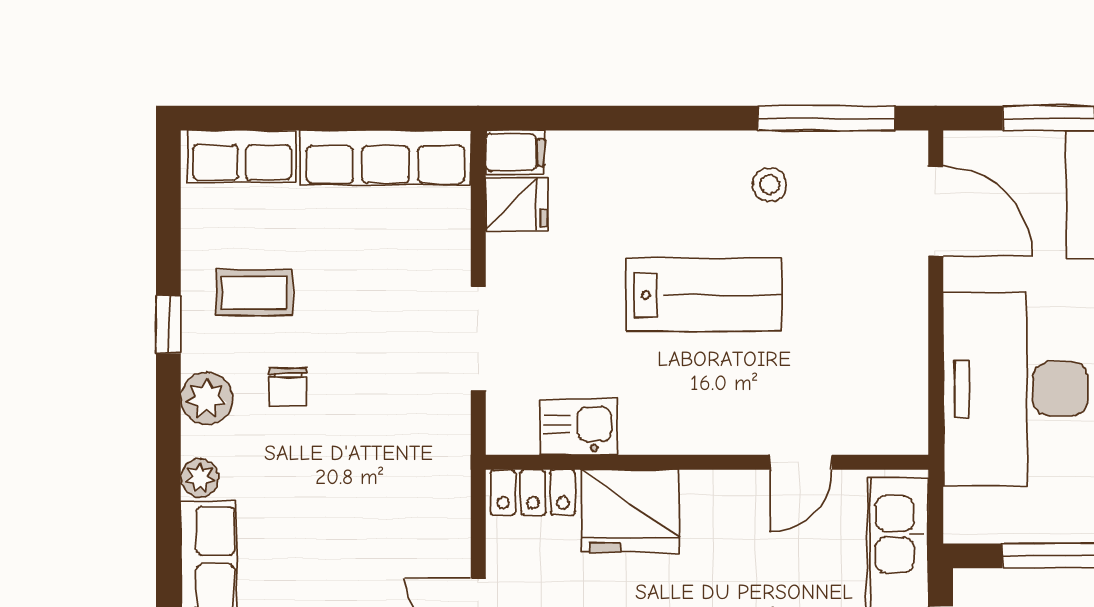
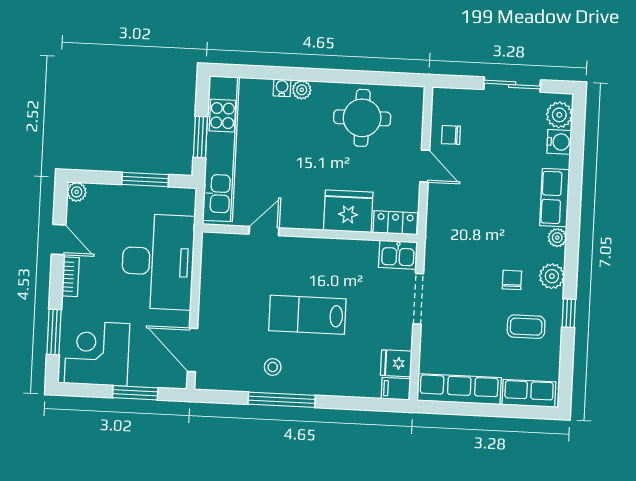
window: (826, 118) -> (282, 400), moved
kitchen sink: (579, 427) -> (398, 255), moved

